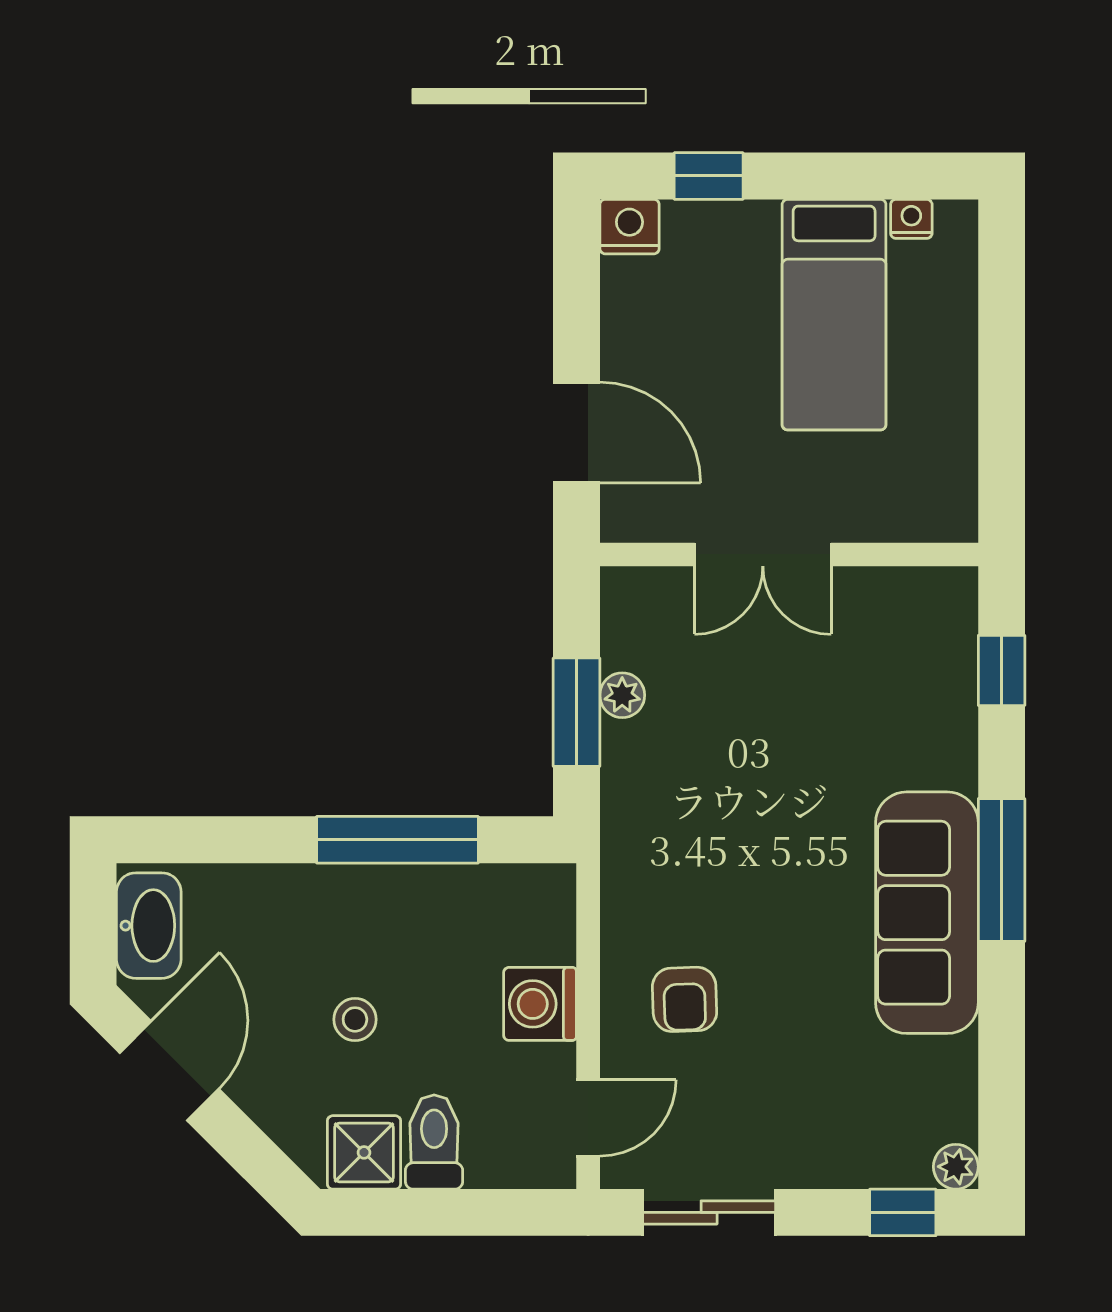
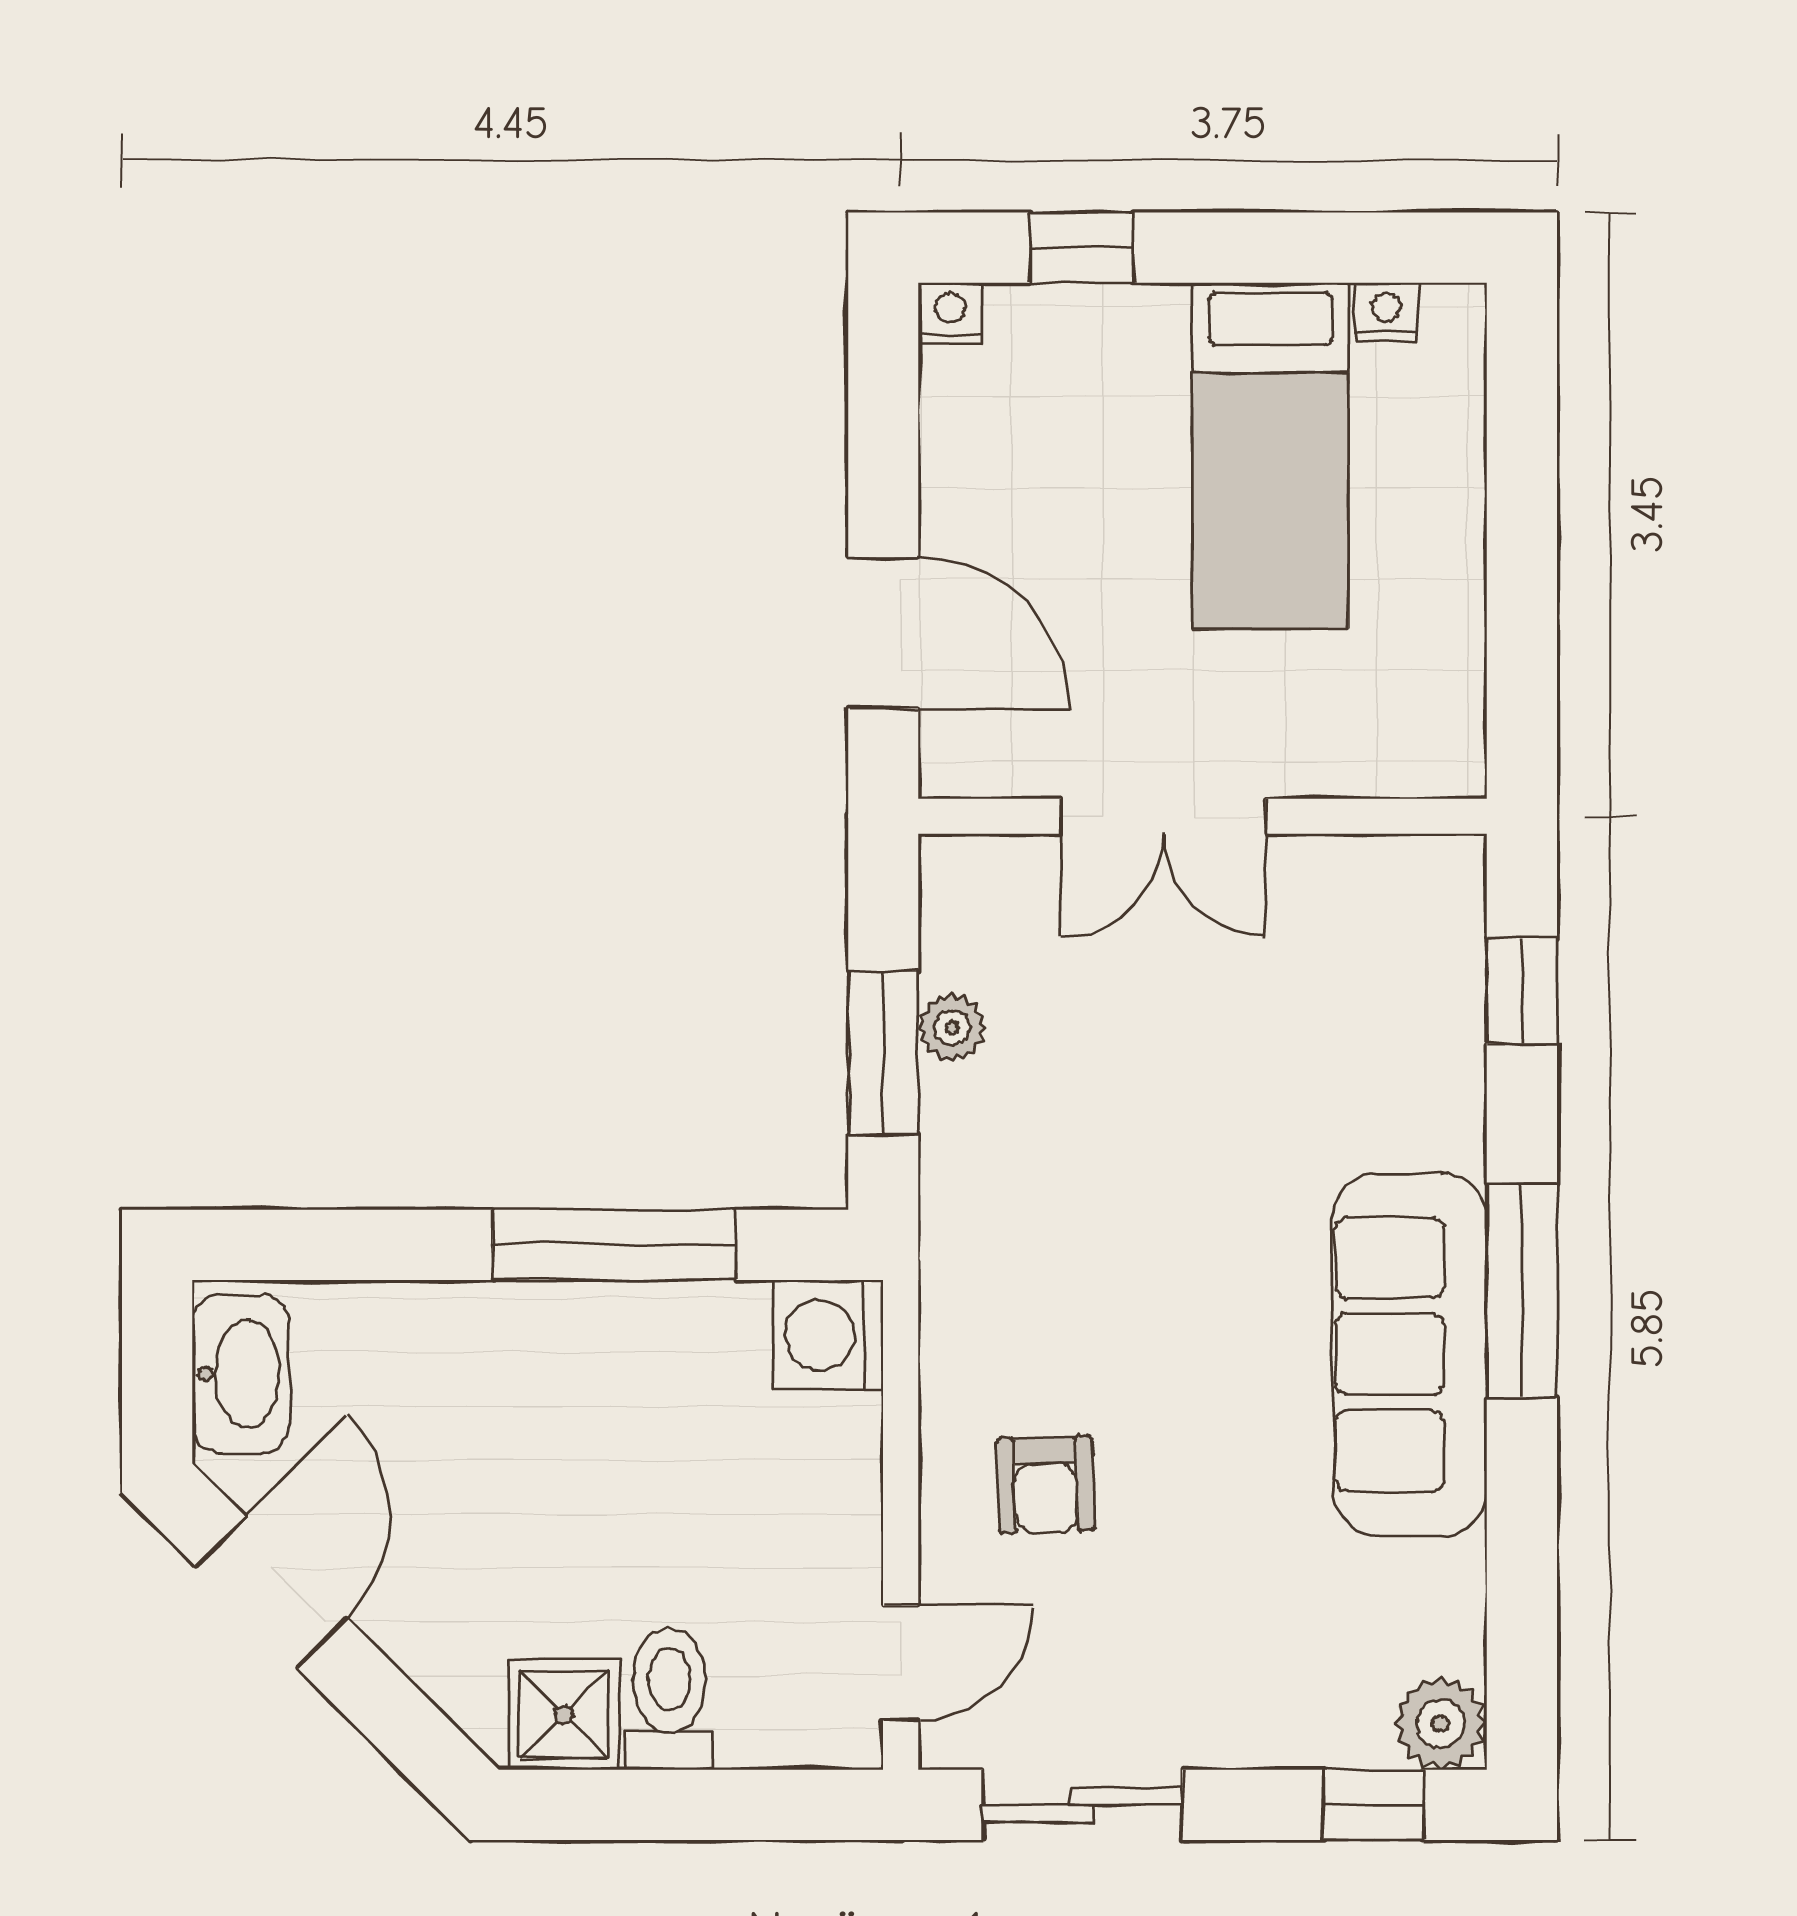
nightstand: (629, 227) -> (950, 313), width x0.72, depth x0.74
washing machine: (540, 1004) -> (828, 1335), moved
stool: (355, 1019) -> (550, 1515), removed
plant: (956, 1167) -> (1441, 1724), width x1.38, depth x1.38

